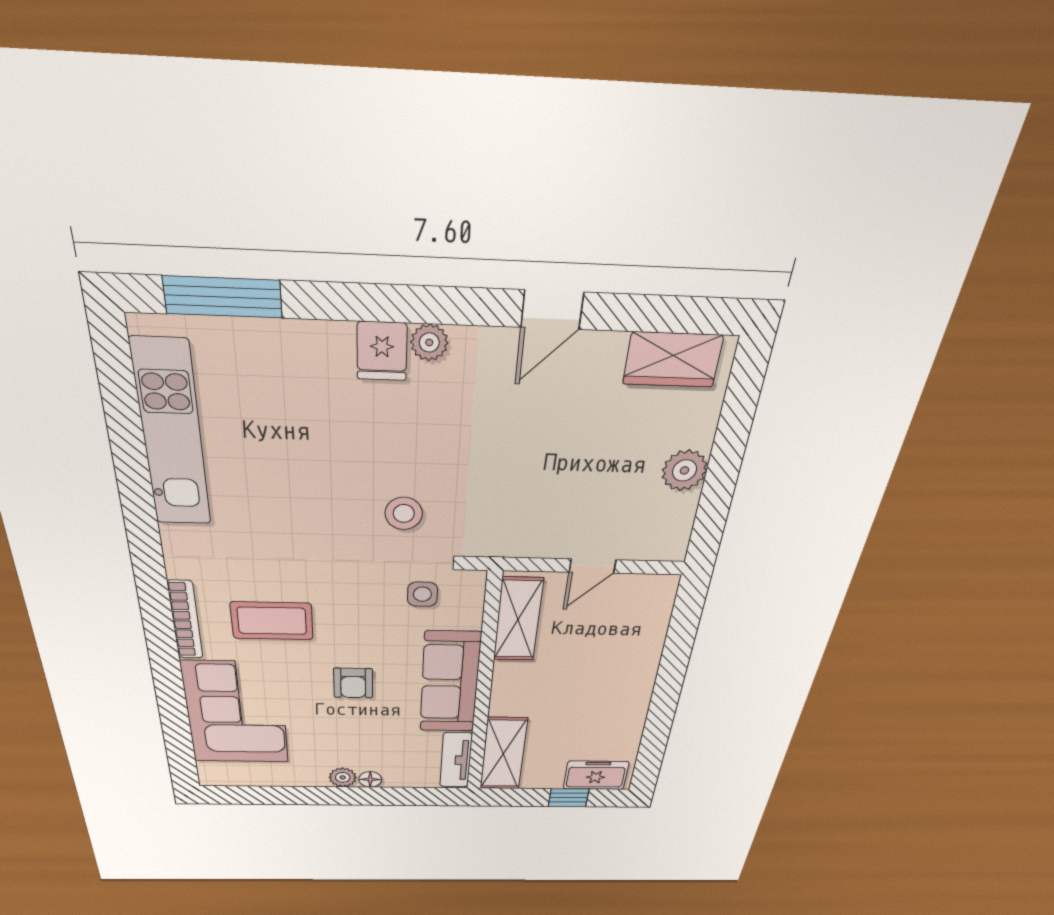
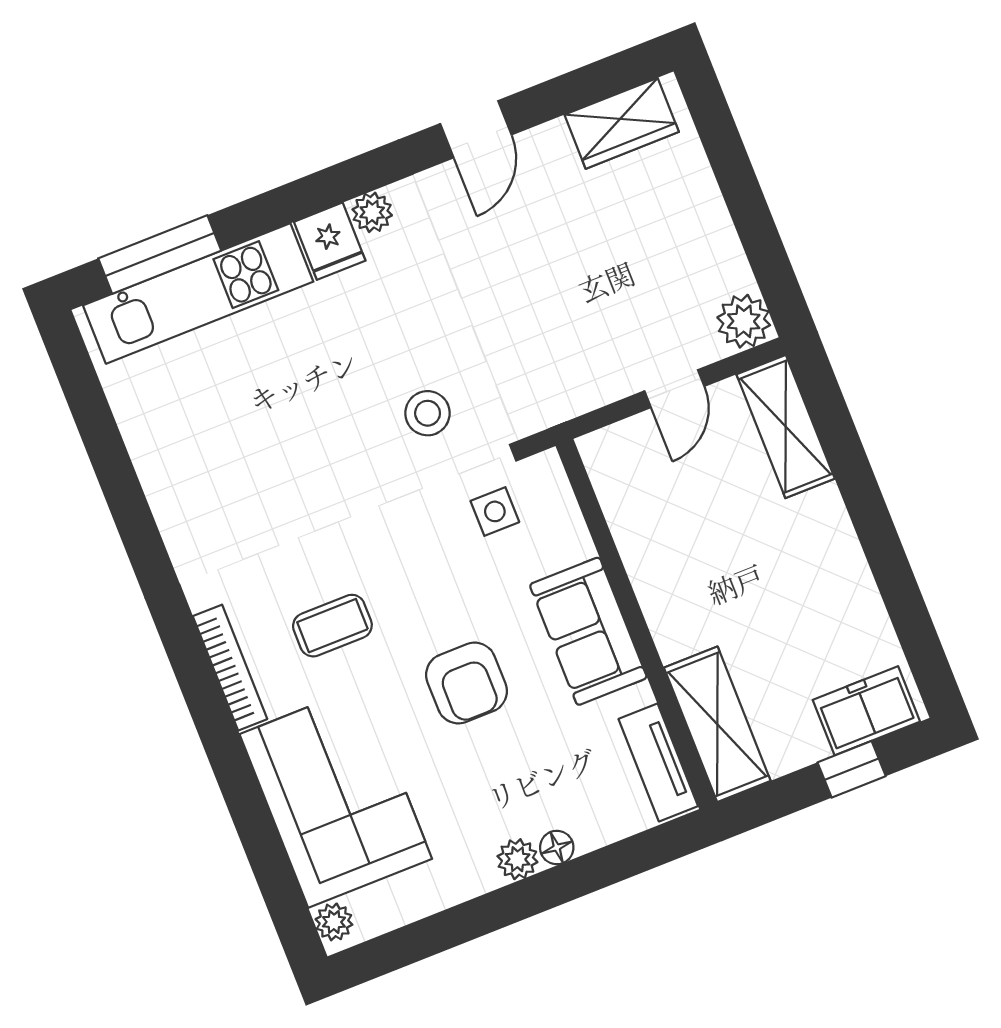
kitchen unit: (172, 436) -> (198, 294), moved, turned 90
plant: (685, 470) -> (744, 321), moved
shelving: (518, 620) -> (786, 426), moved
coffee table: (272, 621) -> (332, 626), width x0.73, depth x0.77
armchair: (353, 683) -> (466, 683), width x1.38, depth x1.38
sofa: (450, 683) -> (588, 631), width x0.73
plant: (210, 772) -> (334, 922), added

